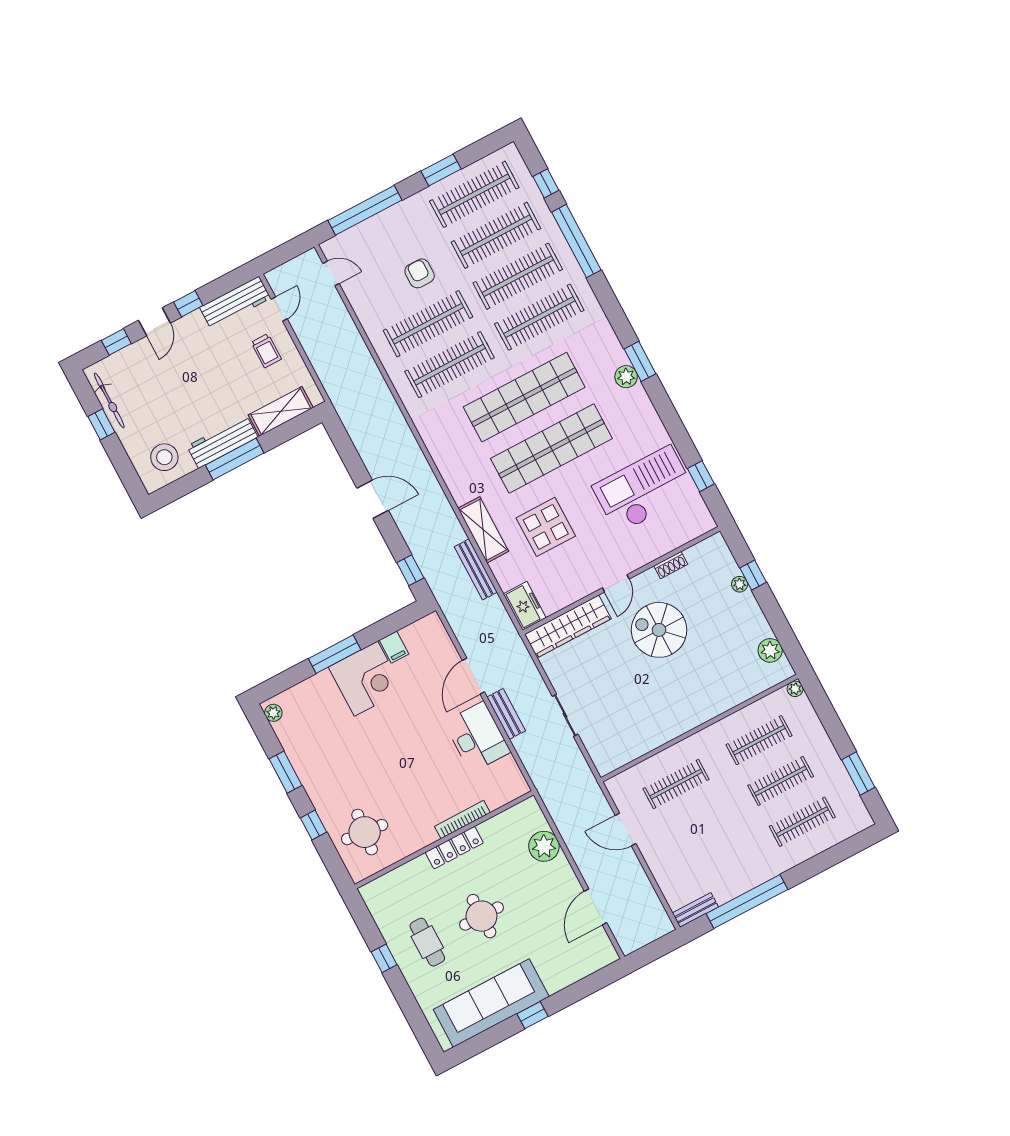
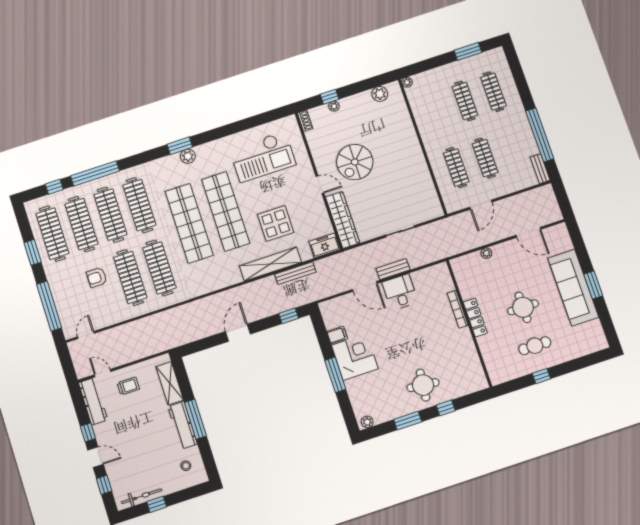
stool: (164, 457) -> (186, 466), width x0.53, depth x0.53
window: (701, 476) -> (260, 119), removed
checkout: (644, 490) -> (263, 157), turned -90
shelving: (483, 530) -> (271, 264), width x1.47
shoe rack: (671, 565) -> (305, 121), moved
desk: (477, 737) -> (400, 292), width x0.73
clothes rail: (759, 740) -> (485, 158), moved
round table: (365, 832) -> (423, 385), moved
plant: (544, 846) -> (486, 253), width x0.53, depth x0.53
sofa: (491, 1003) -> (573, 288), moved
window: (532, 1015) -> (593, 285), width x1.50

